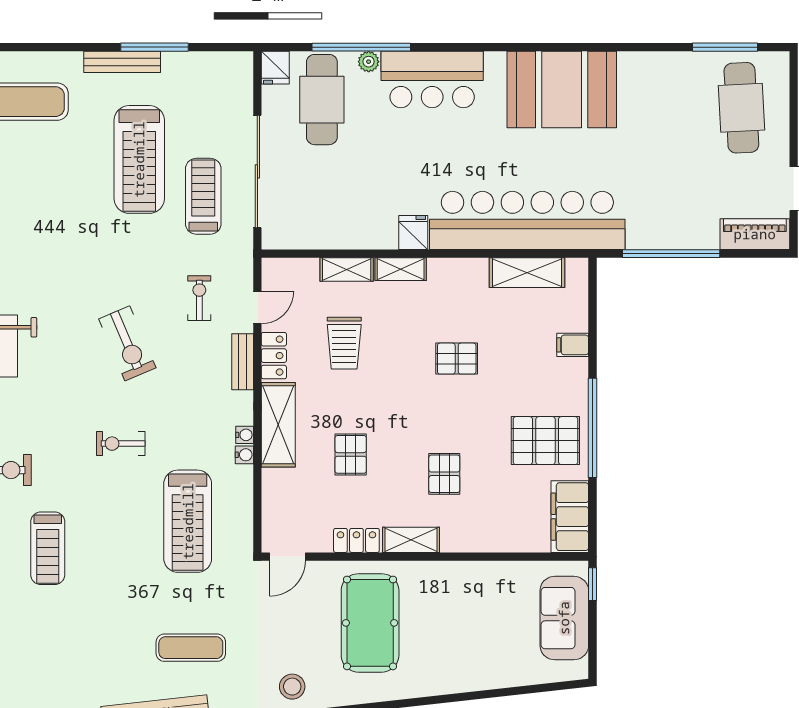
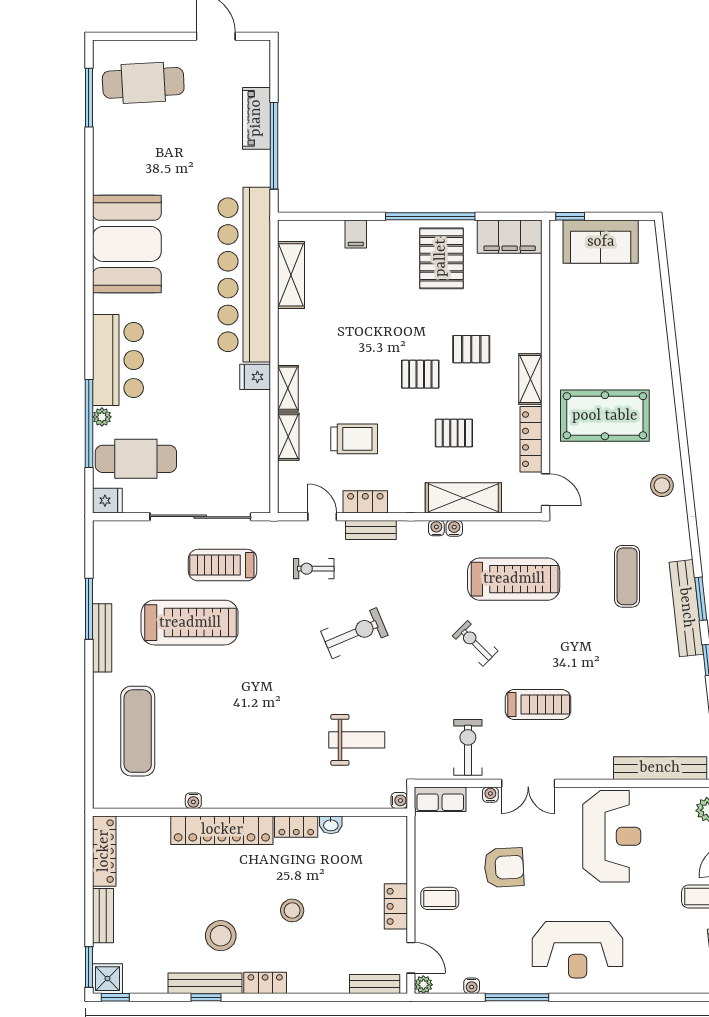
piano: (755, 234) -> (256, 118), moved
pallet: (457, 359) -> (420, 374), moved, turned 90
shelving: (278, 425) -> (463, 498), moved
exercise bike: (121, 444) -> (475, 643), moved, turned 135
locker: (356, 540) -> (531, 439), width x1.53

